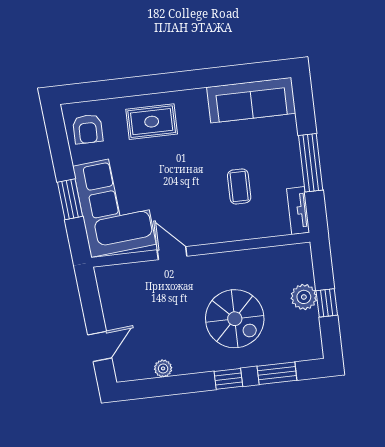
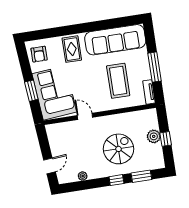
sofa: (251, 100) -> (115, 40), width x1.36, depth x1.27
rug: (152, 122) -> (72, 49), turned 90
coffee table: (239, 186) -> (118, 81), width x1.86, depth x1.72
spiral stairs: (235, 319) -> (119, 149), turned -90

